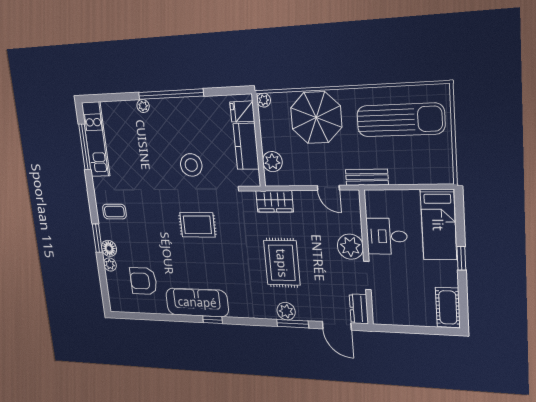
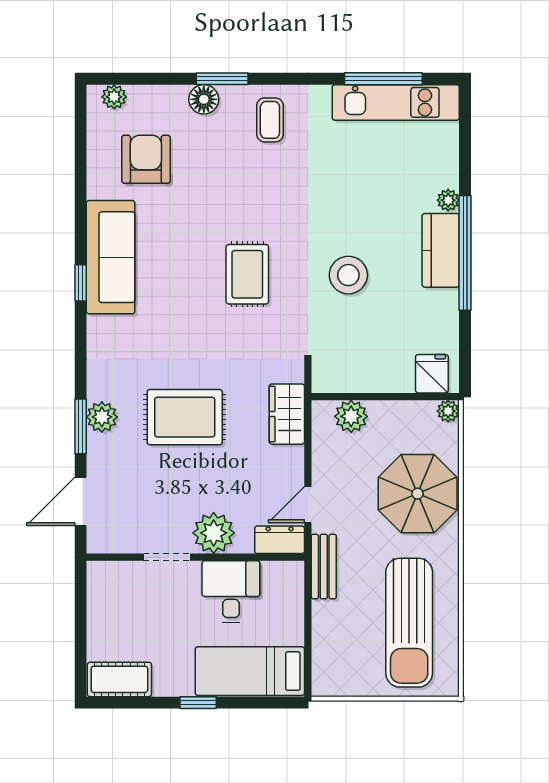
kitchen counter: (246, 146) -> (441, 250), moved, turned -90
plant: (110, 264) -> (114, 97), moved
dresser: (359, 309) -> (280, 540), moved

